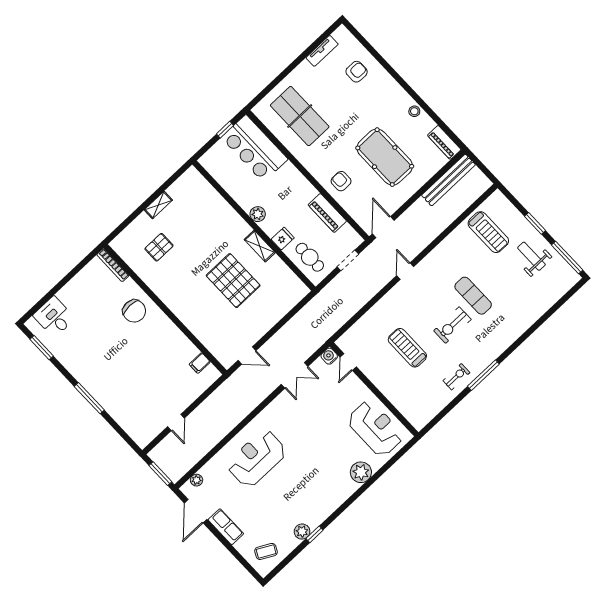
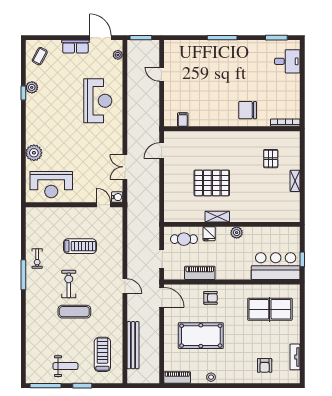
bench: (448, 180) -> (133, 345), moved
treadmill: (488, 232) -> (102, 354), turned 90

